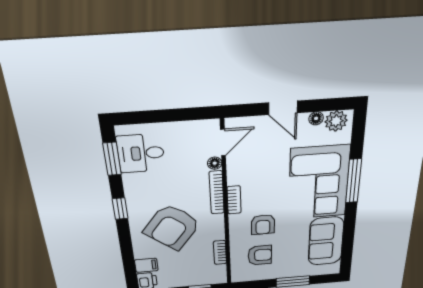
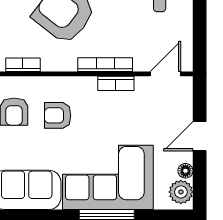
door: (223, 143) -> (165, 74), swing flipped
floor lamp: (215, 163) -> (142, 64), removed
bookcase: (234, 200) -> (116, 83), moved

